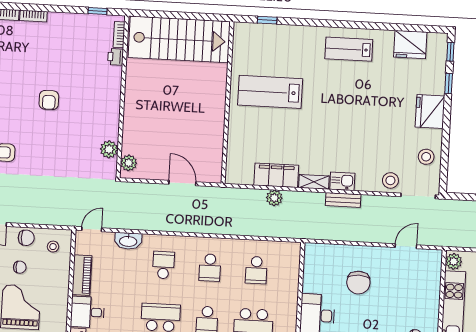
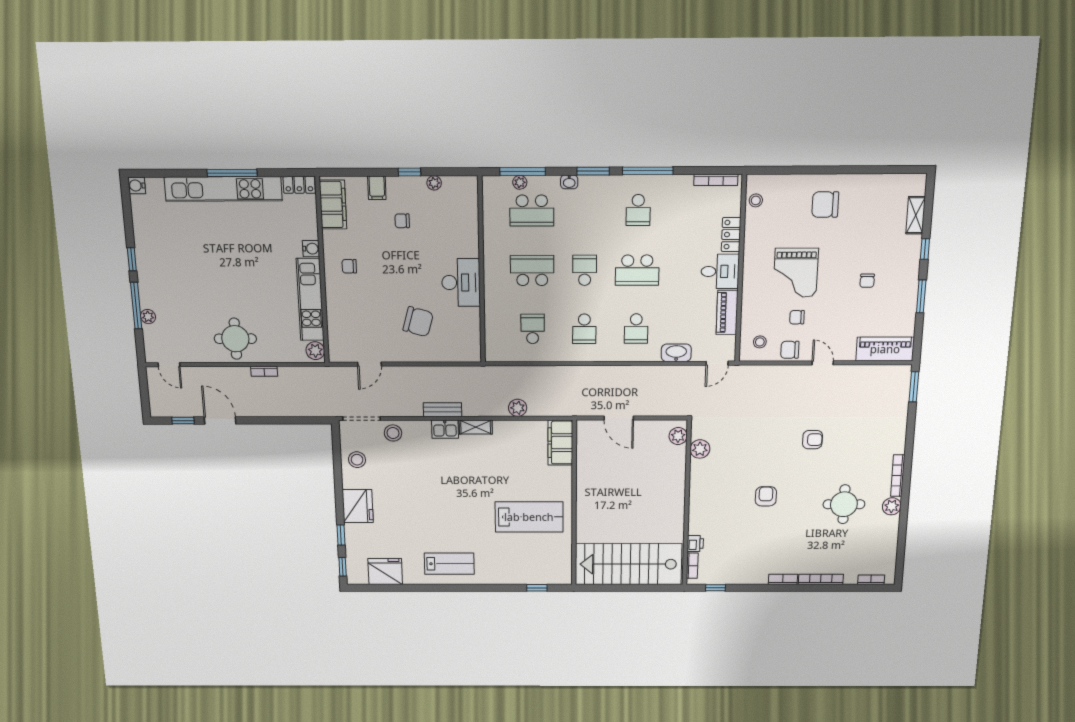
filing cabinet: (276, 175) -> (560, 443), moved, turned 90
school desk: (210, 268) -> (584, 329), turned 180
chair: (358, 283) -> (418, 322), turned 106

